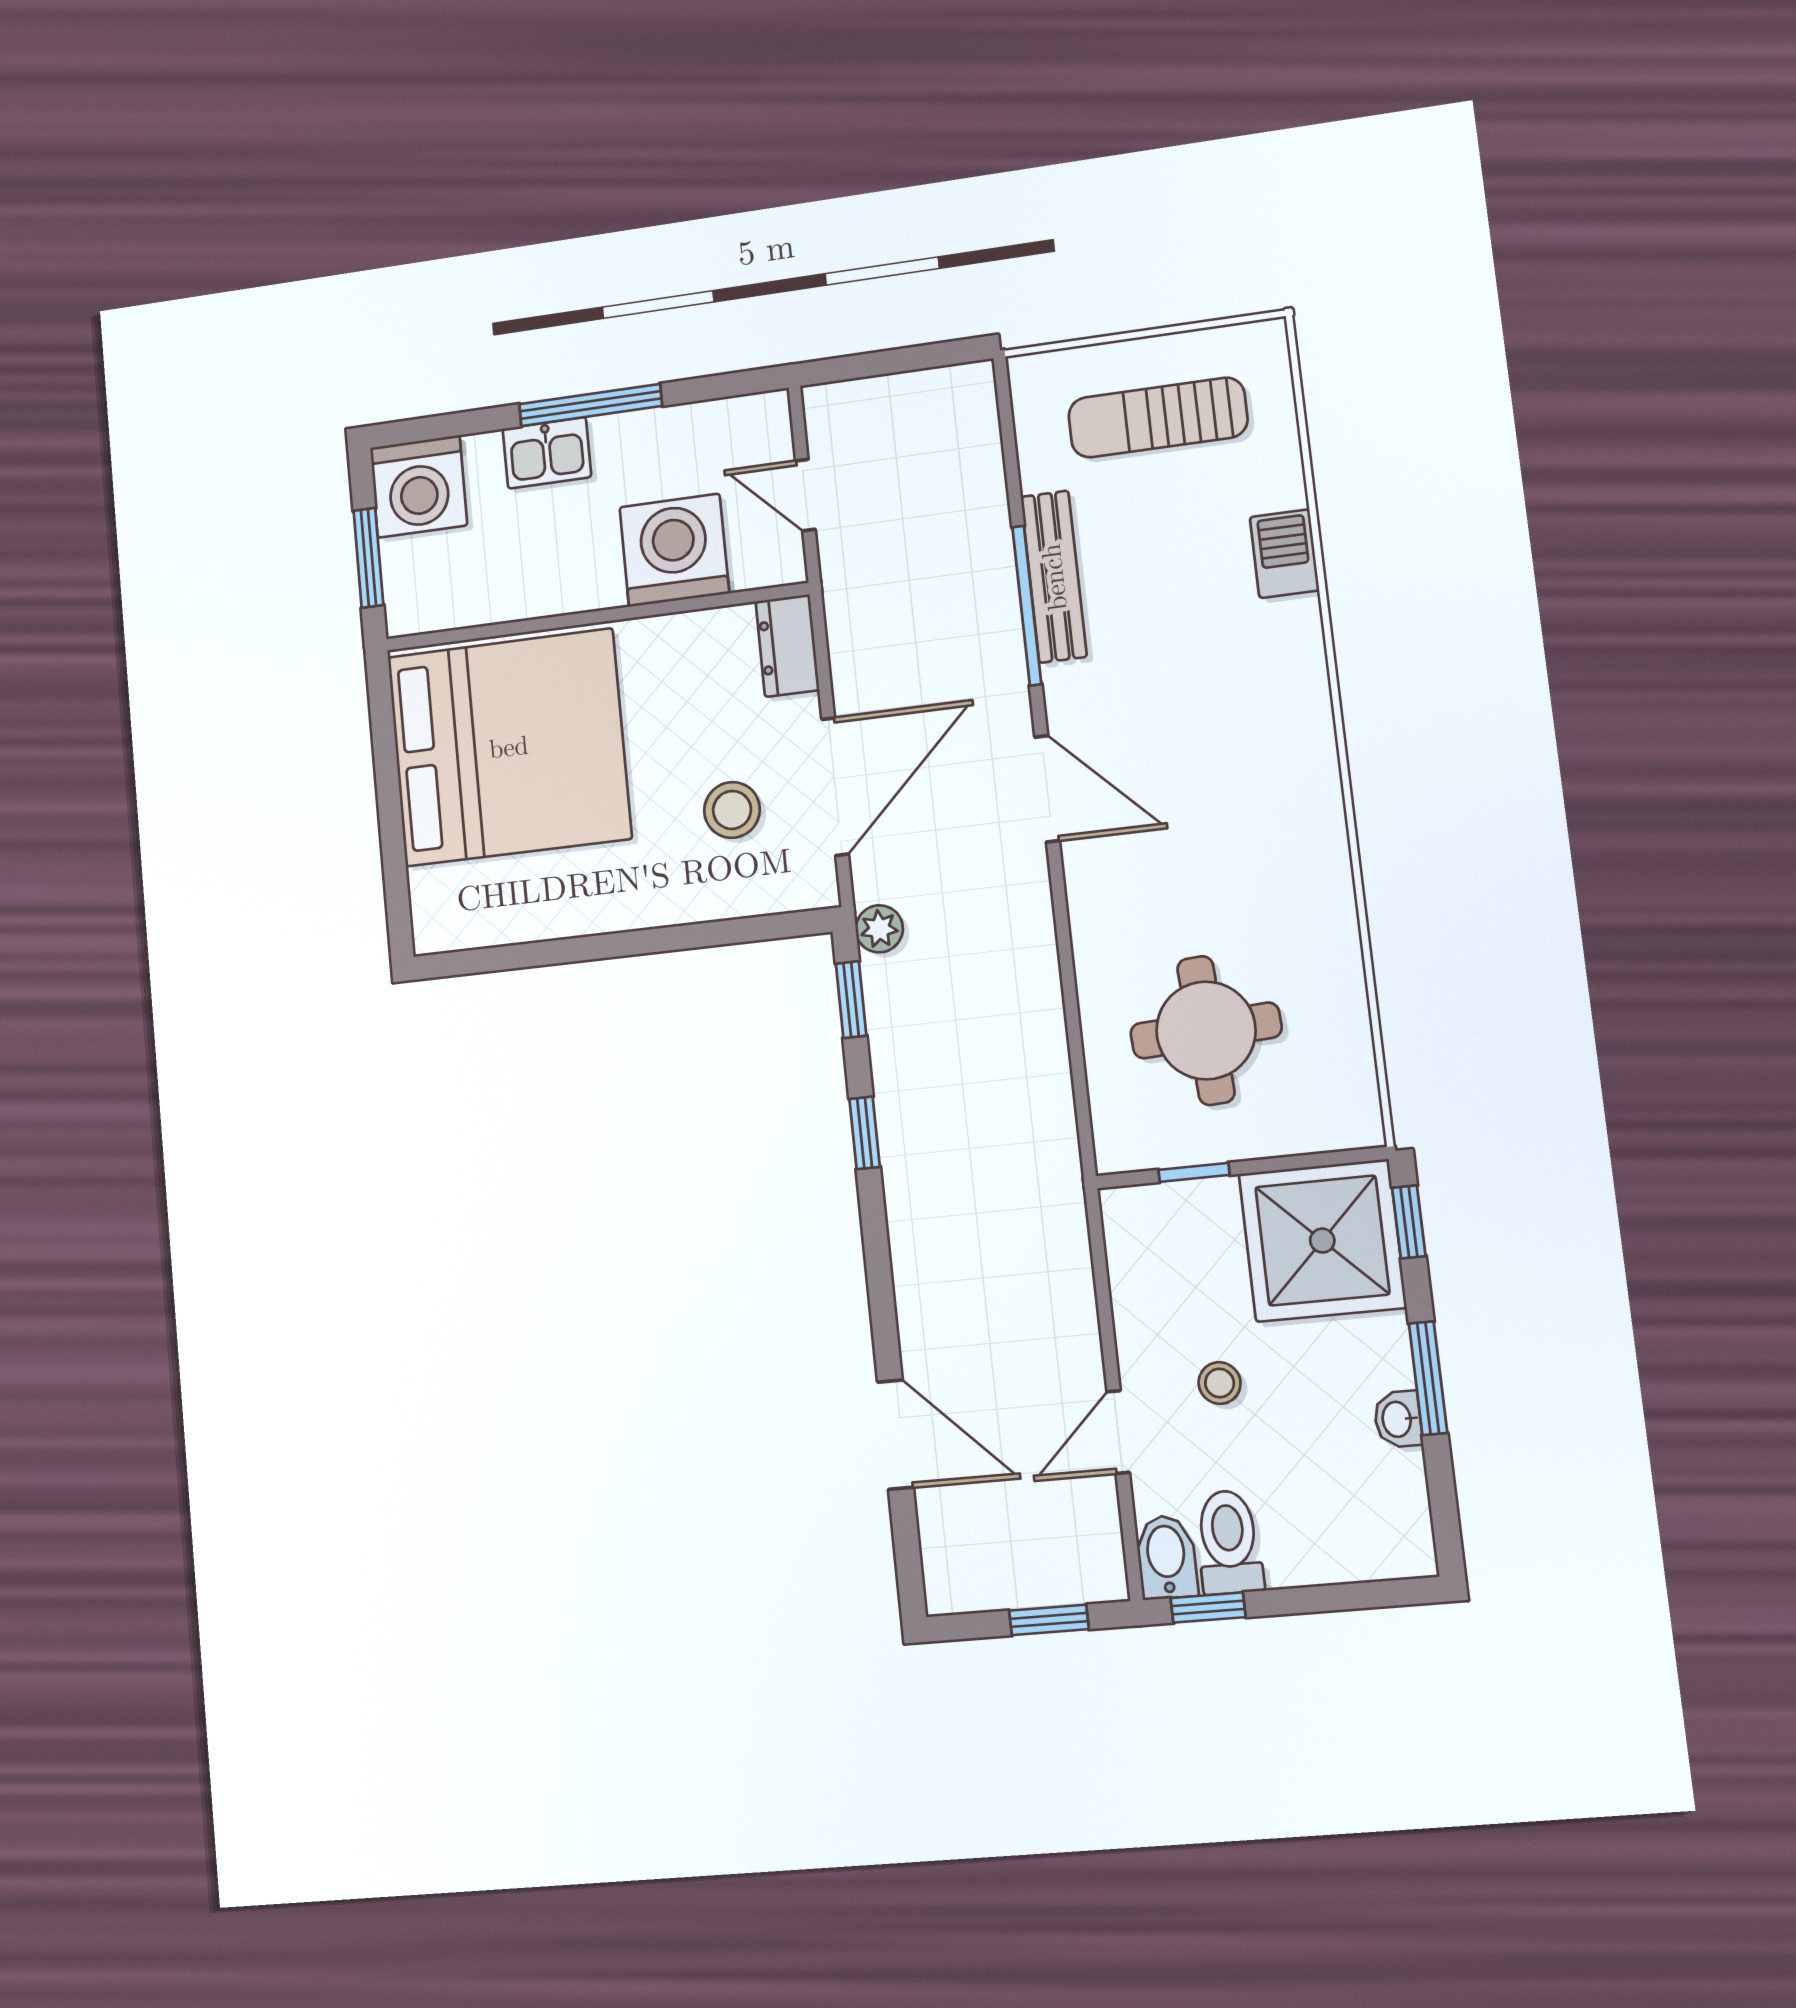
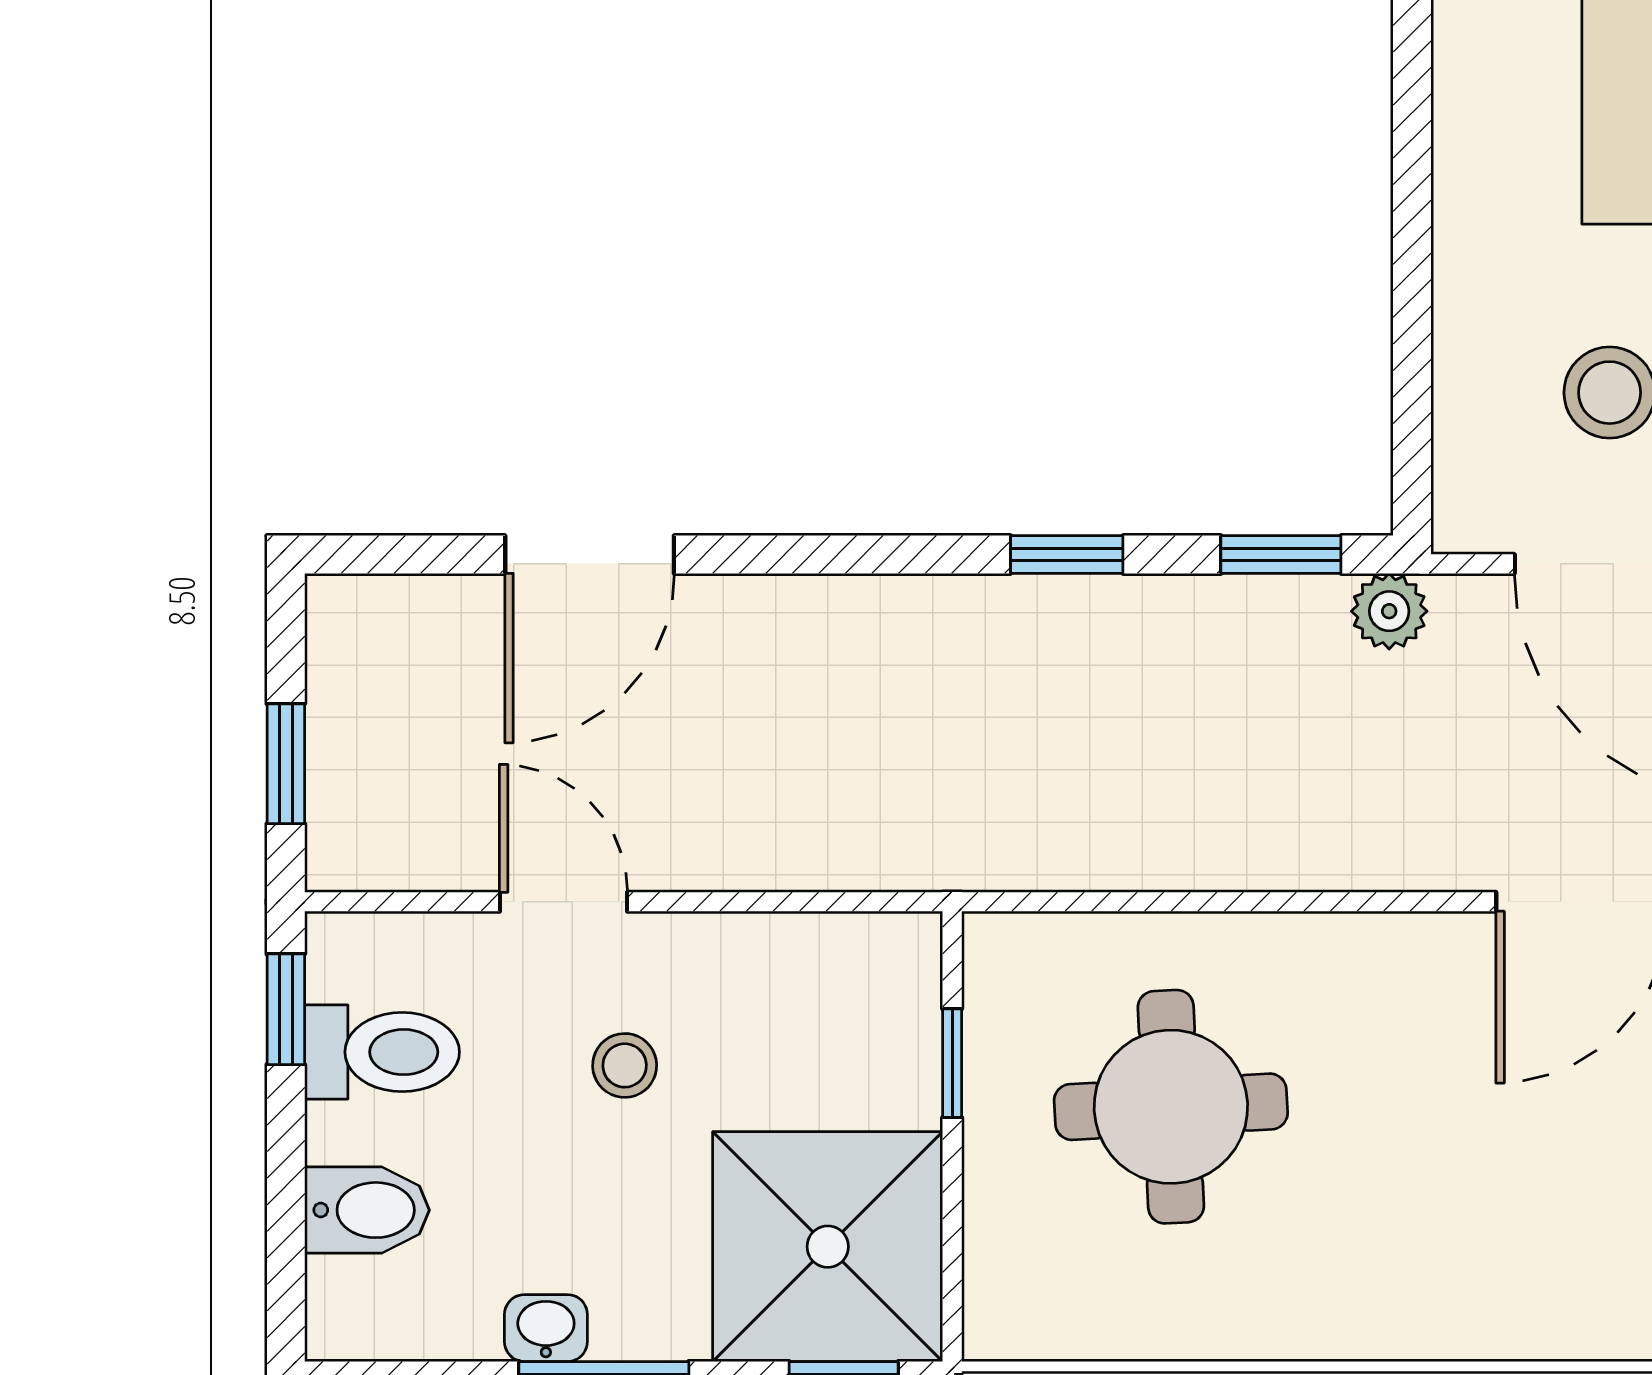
bidet: (1166, 1557) -> (367, 1210), moved

